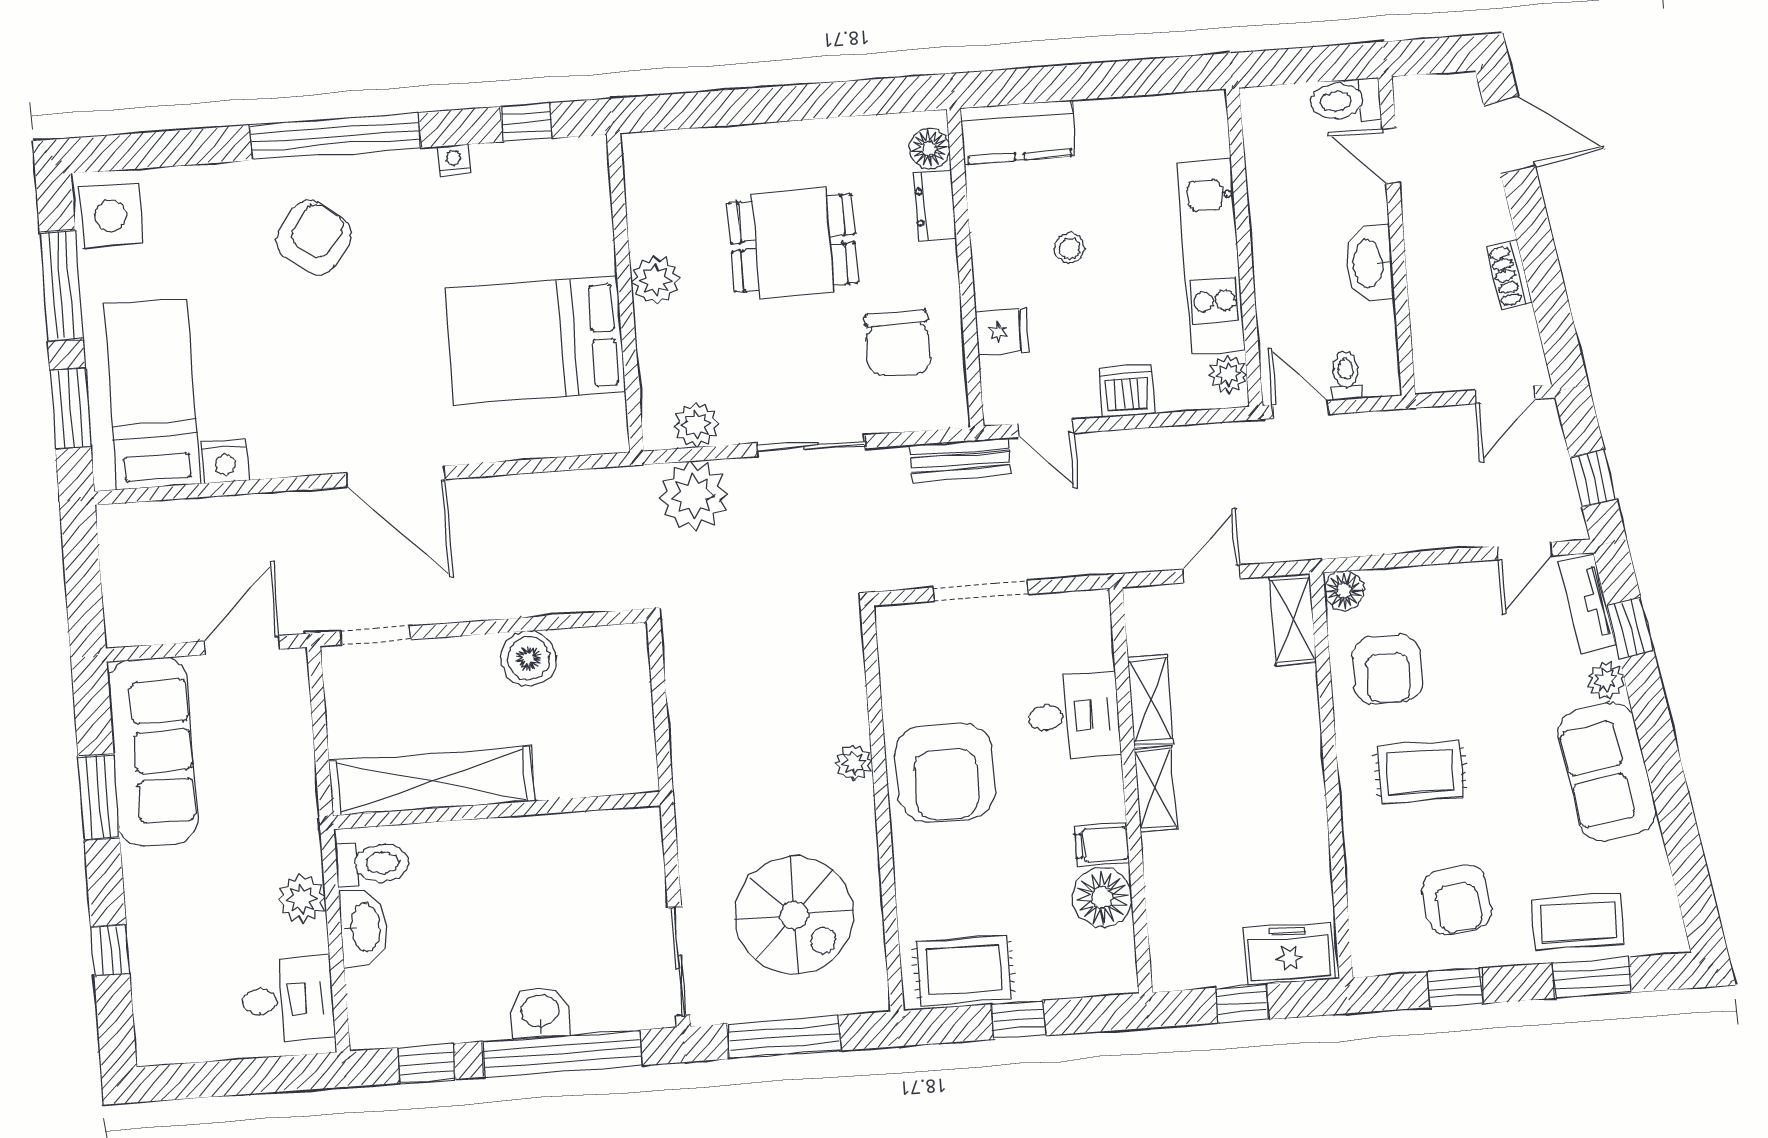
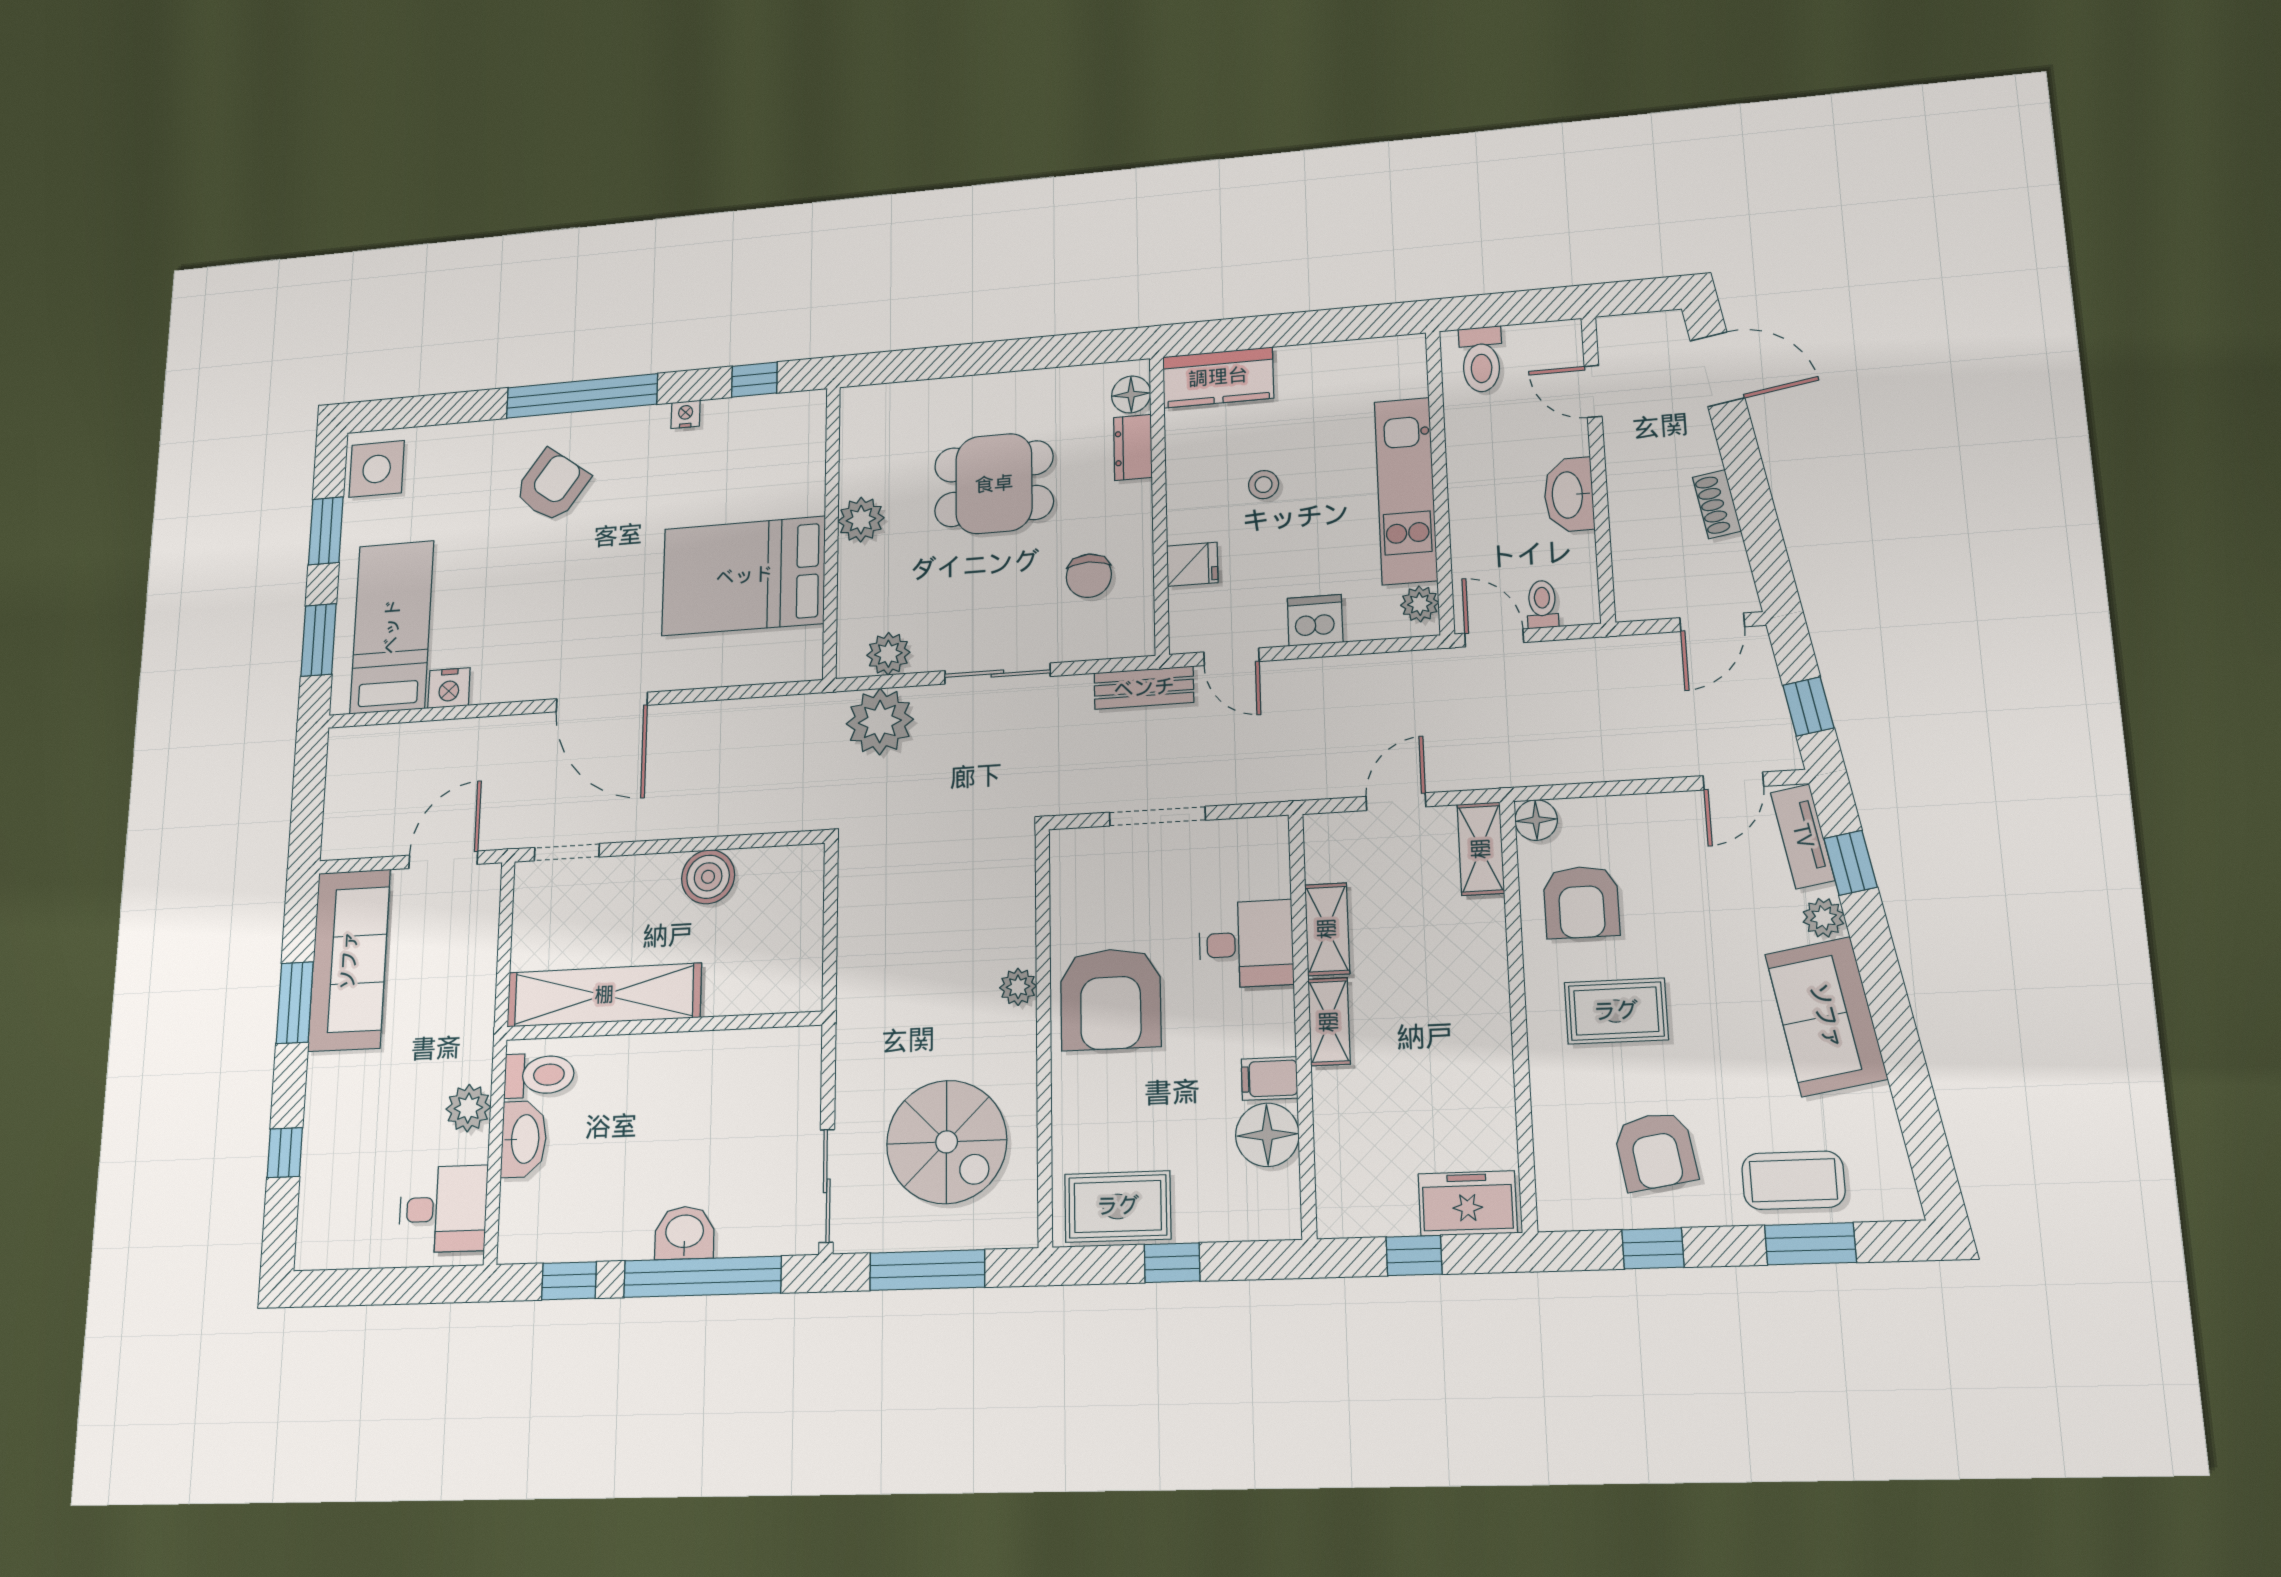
toilet: (1346, 101) -> (1481, 359), moved, turned -90
window: (61, 286) -> (326, 531), width x0.69
chair: (898, 343) -> (1089, 576), width x0.73, depth x0.73

